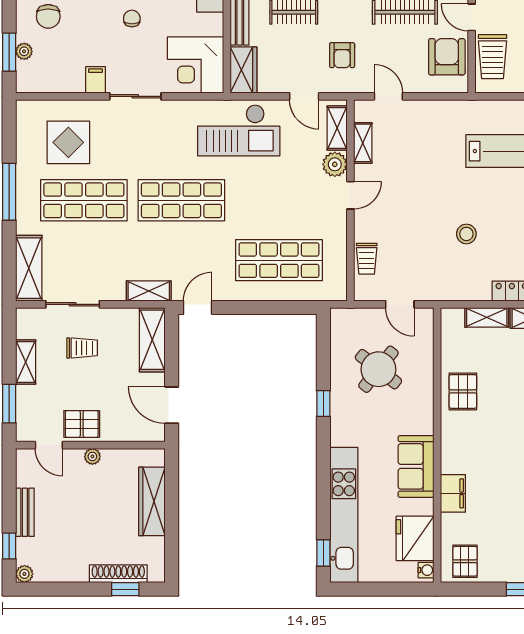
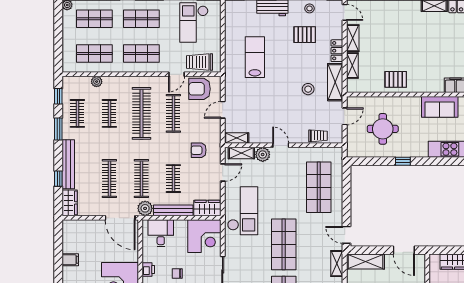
armchair: (342, 55) -> (199, 150), turned 180
trolley: (493, 57) -> (200, 62), turned 180
door: (388, 96) -> (223, 110), moved
shelving: (363, 143) -> (237, 138), moved
stool: (466, 234) -> (308, 89), moved
shelving: (458, 288) -> (335, 82), added
round table: (378, 369) -> (383, 129), turned -38
door: (172, 405) -> (404, 250), hinge flipped

